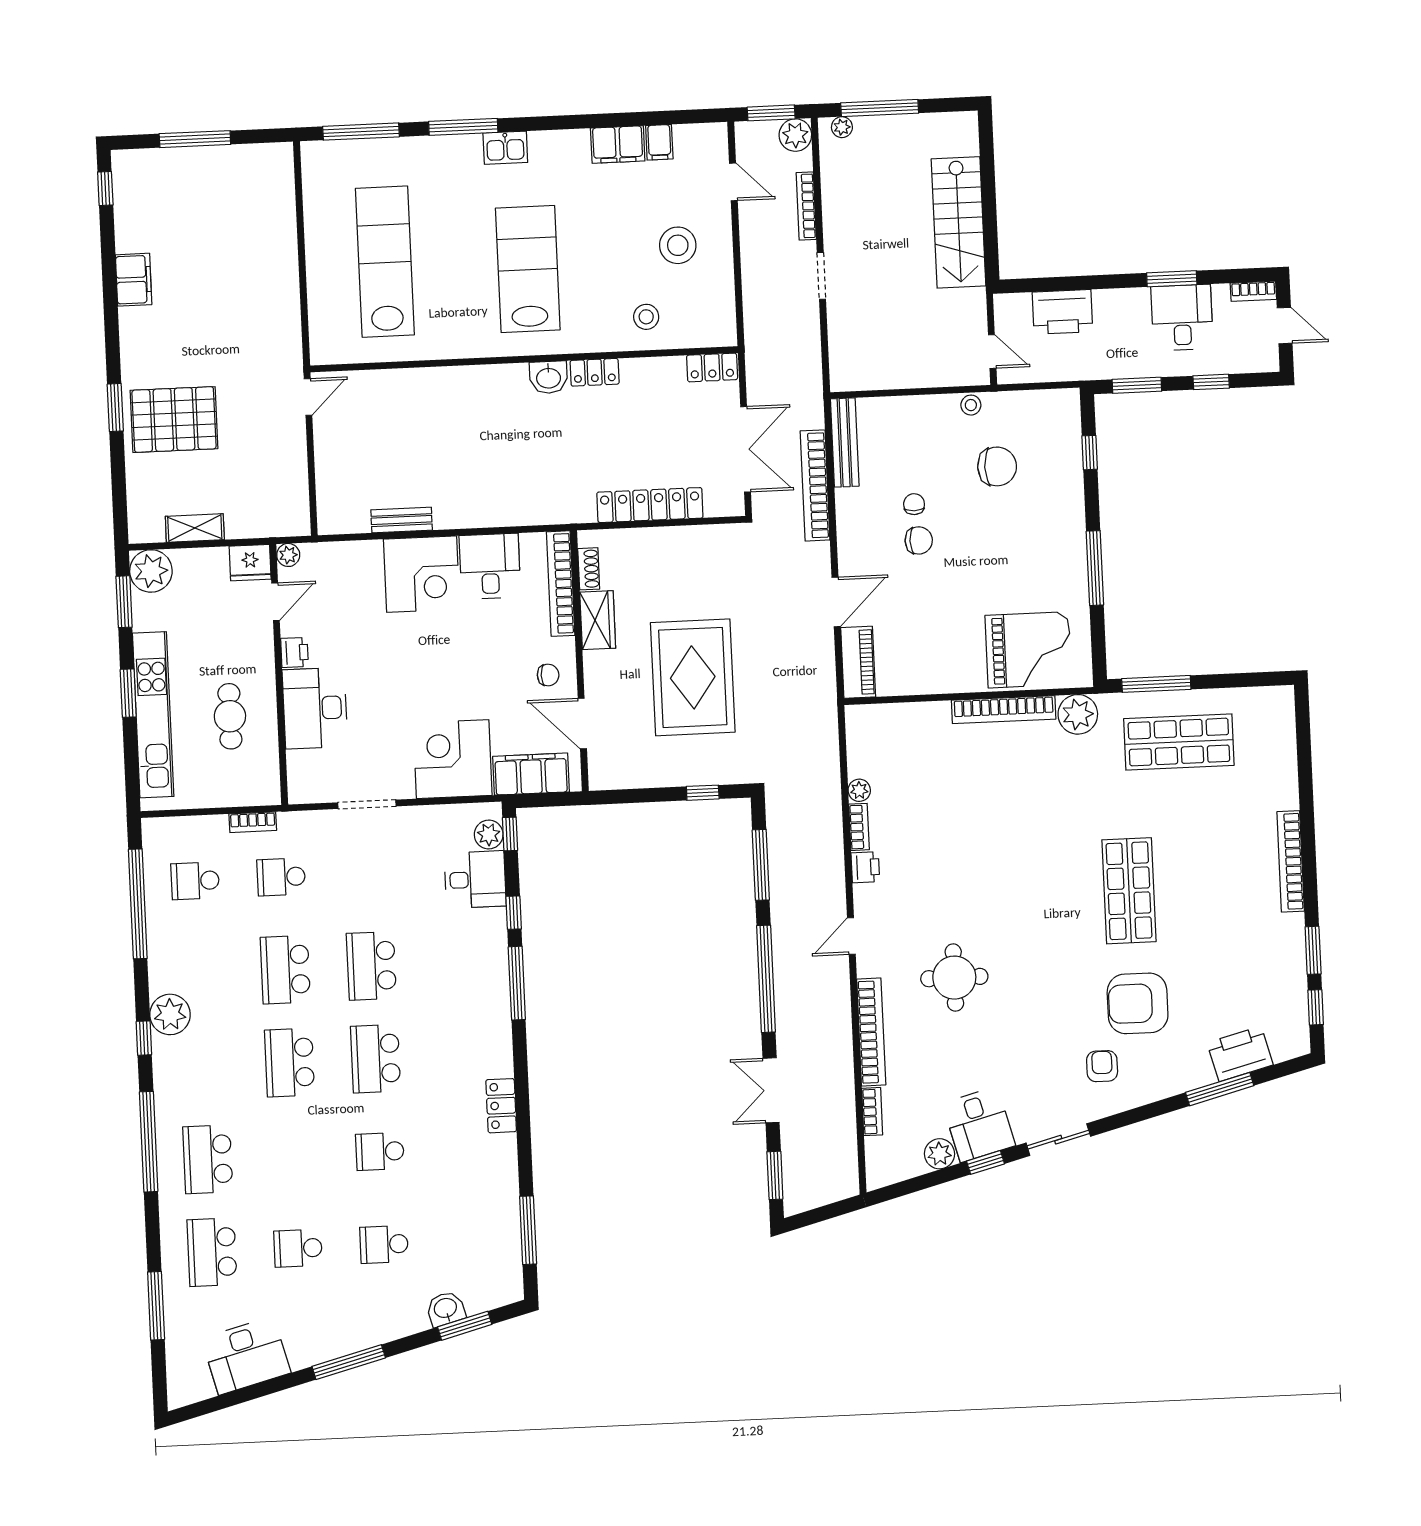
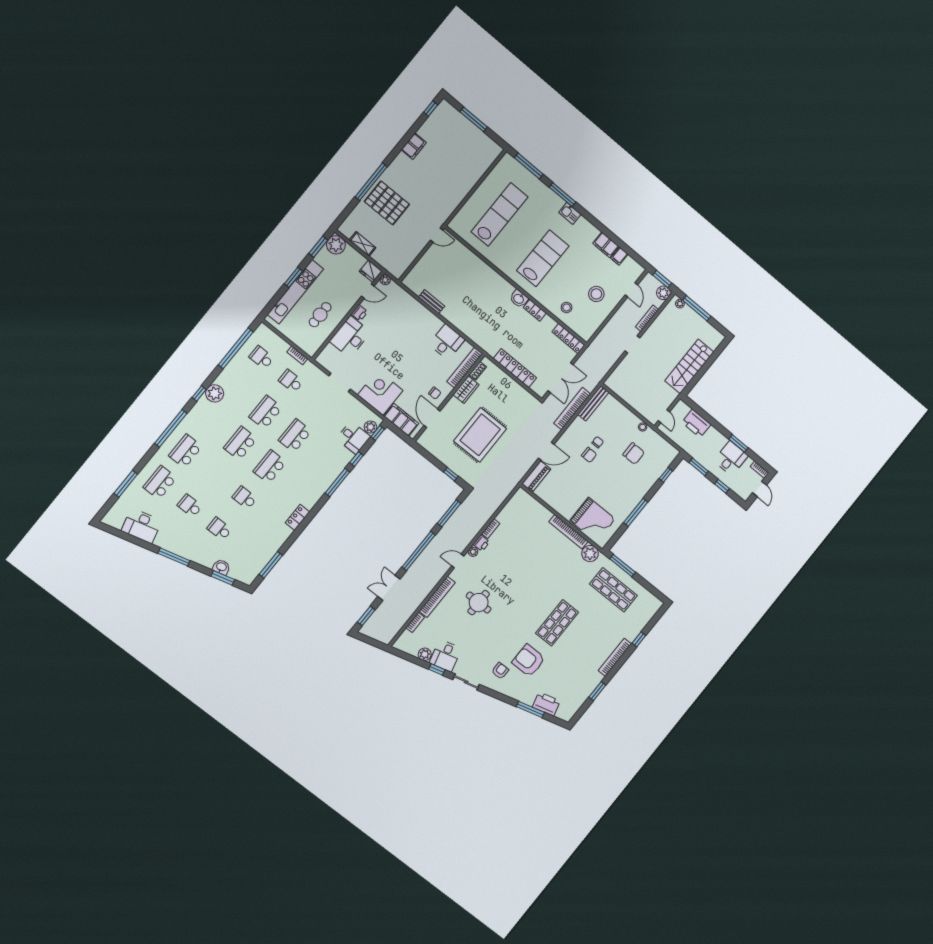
locker: (712, 367) -> (568, 339), width x1.53
window: (115, 408) -> (371, 182), width x2.11
corner desk: (422, 574) -> (423, 325), removed
plant: (859, 790) -> (473, 552), moved
window: (1316, 1007) -> (639, 639), moved

